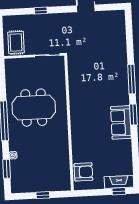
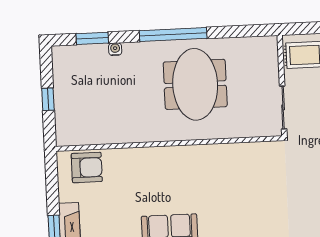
armchair: (83, 172) -> (87, 167), turned -90

